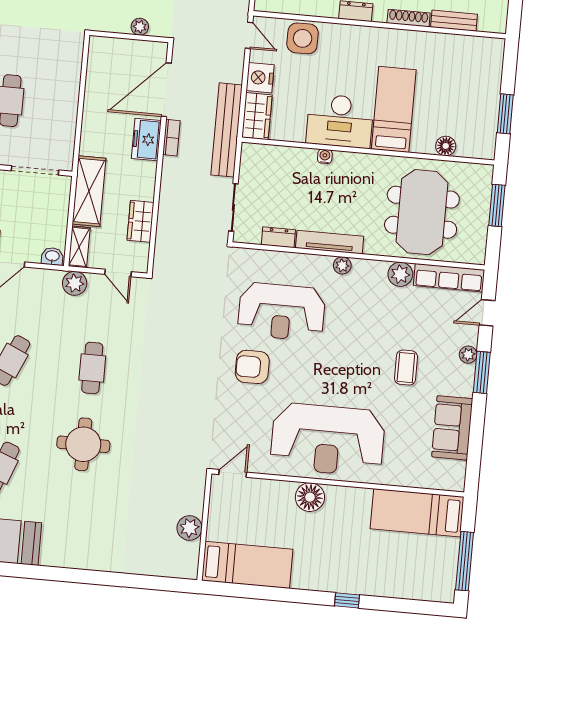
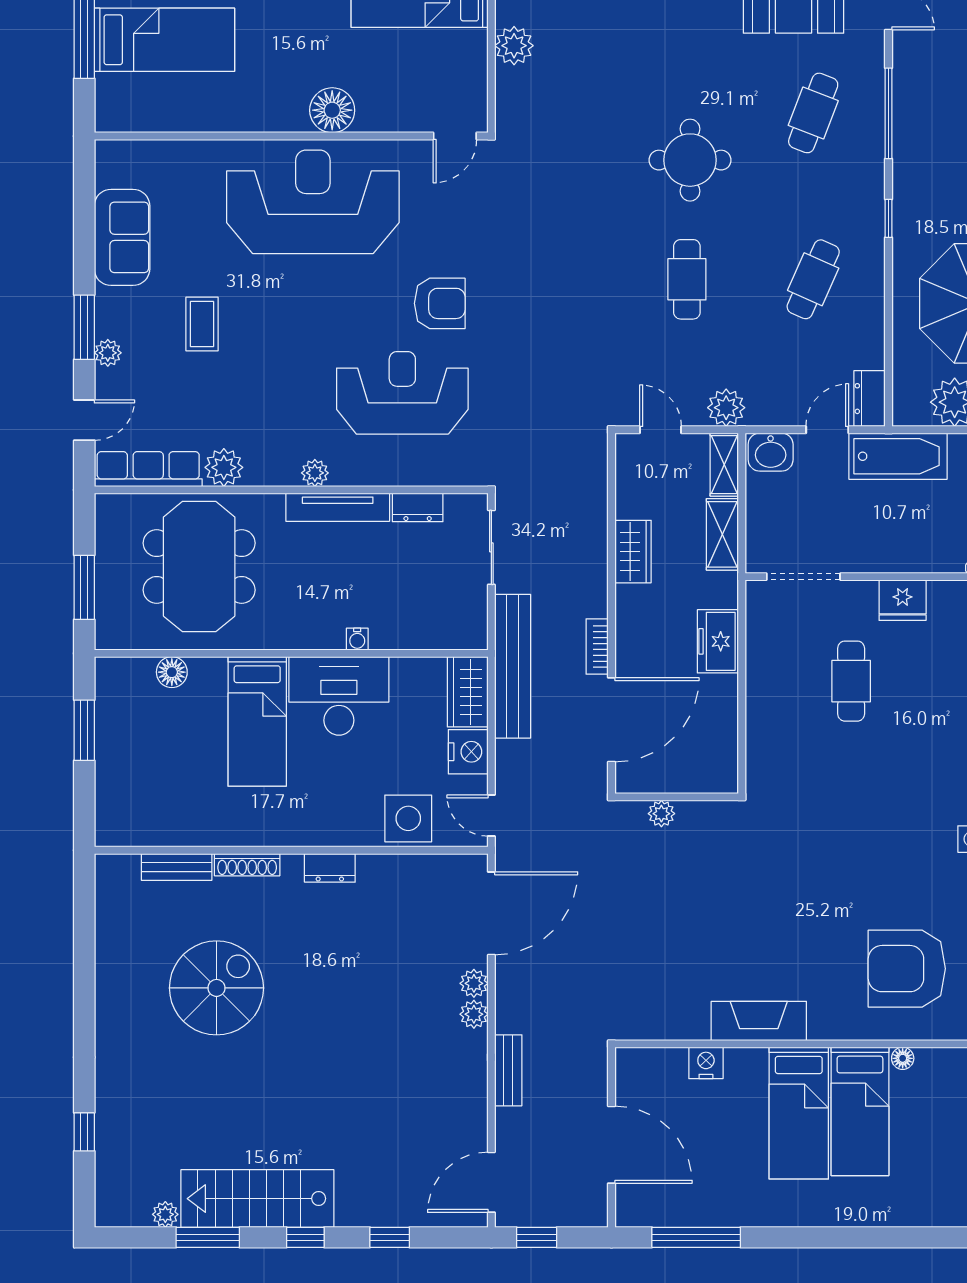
freezer: (146, 139) -> (718, 641), moved, turned 180
shelving: (89, 191) -> (722, 534), width x0.67, depth x0.75
wardrobe: (140, 221) -> (633, 552), moved
washbasin: (52, 256) -> (771, 452), width x1.38, depth x1.45
bed: (417, 513) -> (164, 40), moved

